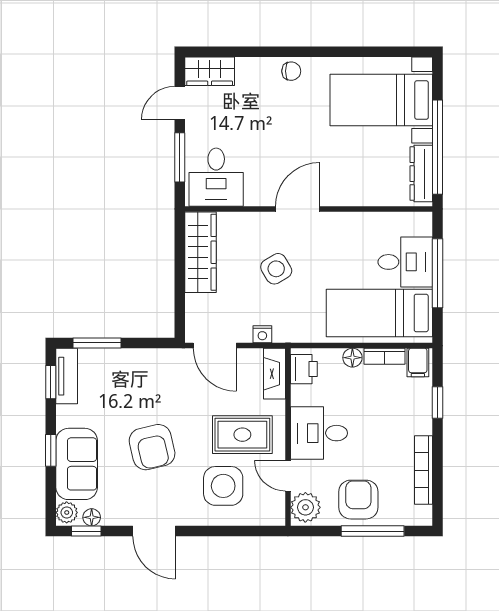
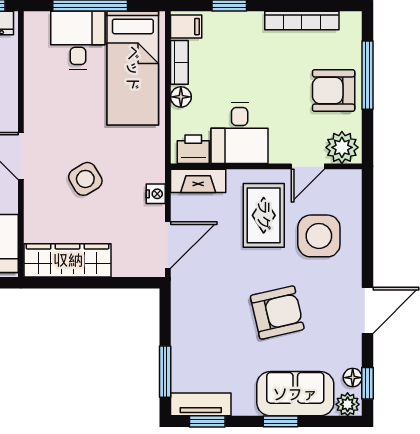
desk: (319, 433) -> (240, 133), moved

